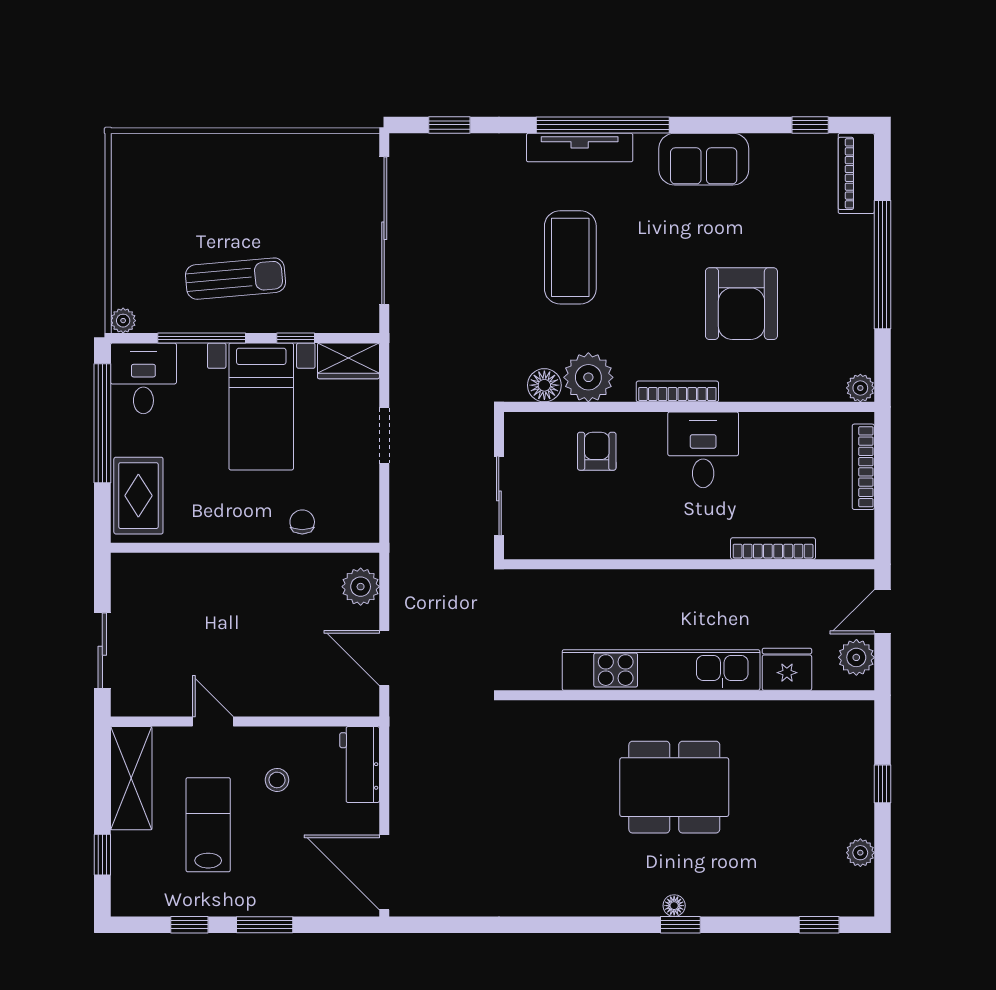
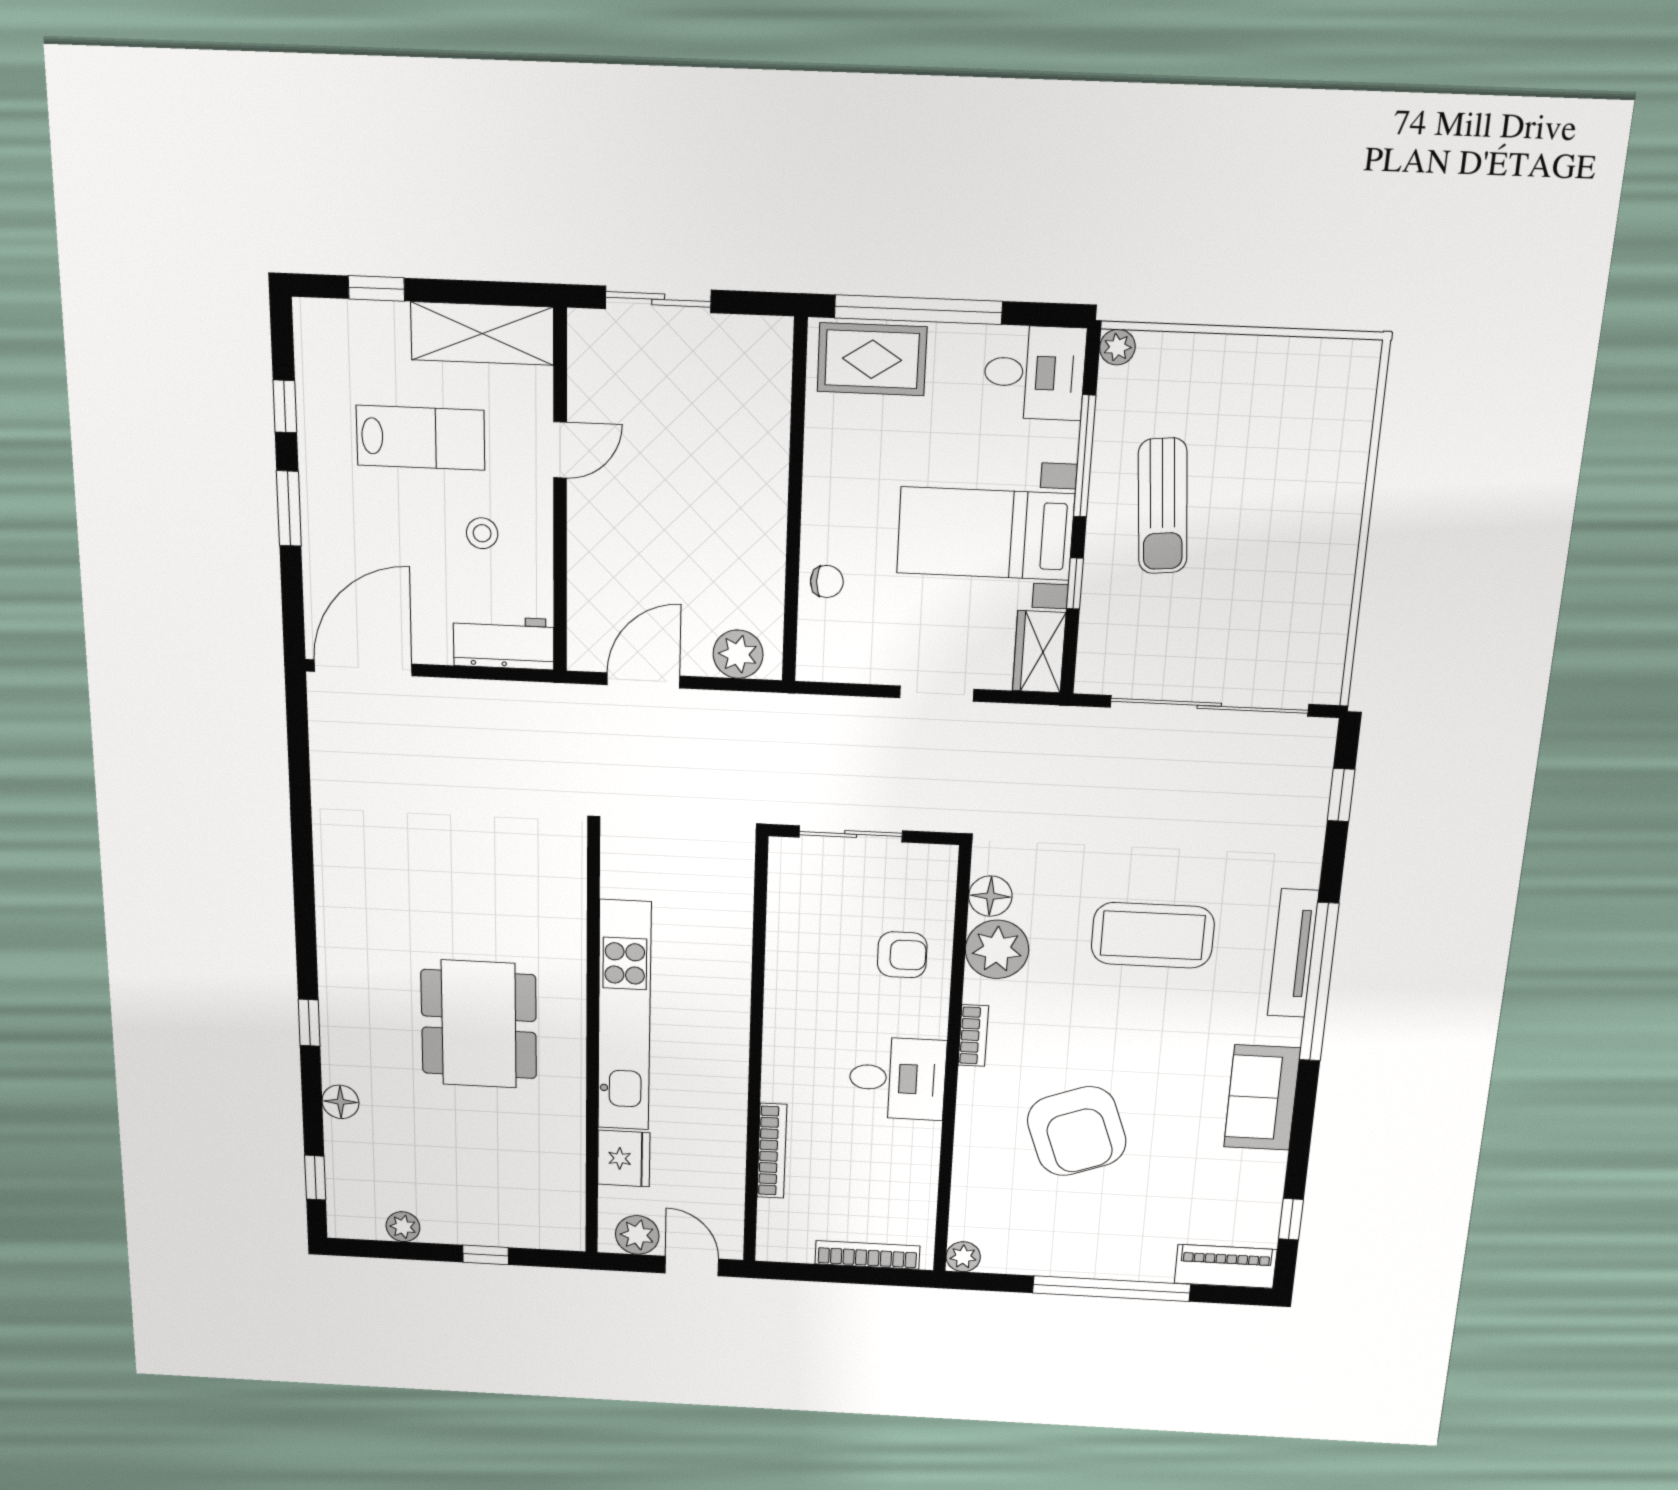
armchair: (741, 304) -> (1077, 1131), turned -110
bookcase: (677, 391) -> (973, 1036), width x0.64
window: (102, 423) -> (918, 310), moved
floor lamp: (674, 906) -> (340, 1102), moved, width x1.37, depth x1.37

